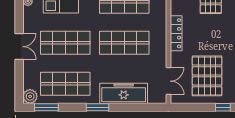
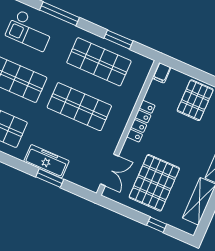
freezer: (124, 93) -> (46, 161), width x0.73, depth x0.79
window: (97, 107) -> (50, 178), moved

